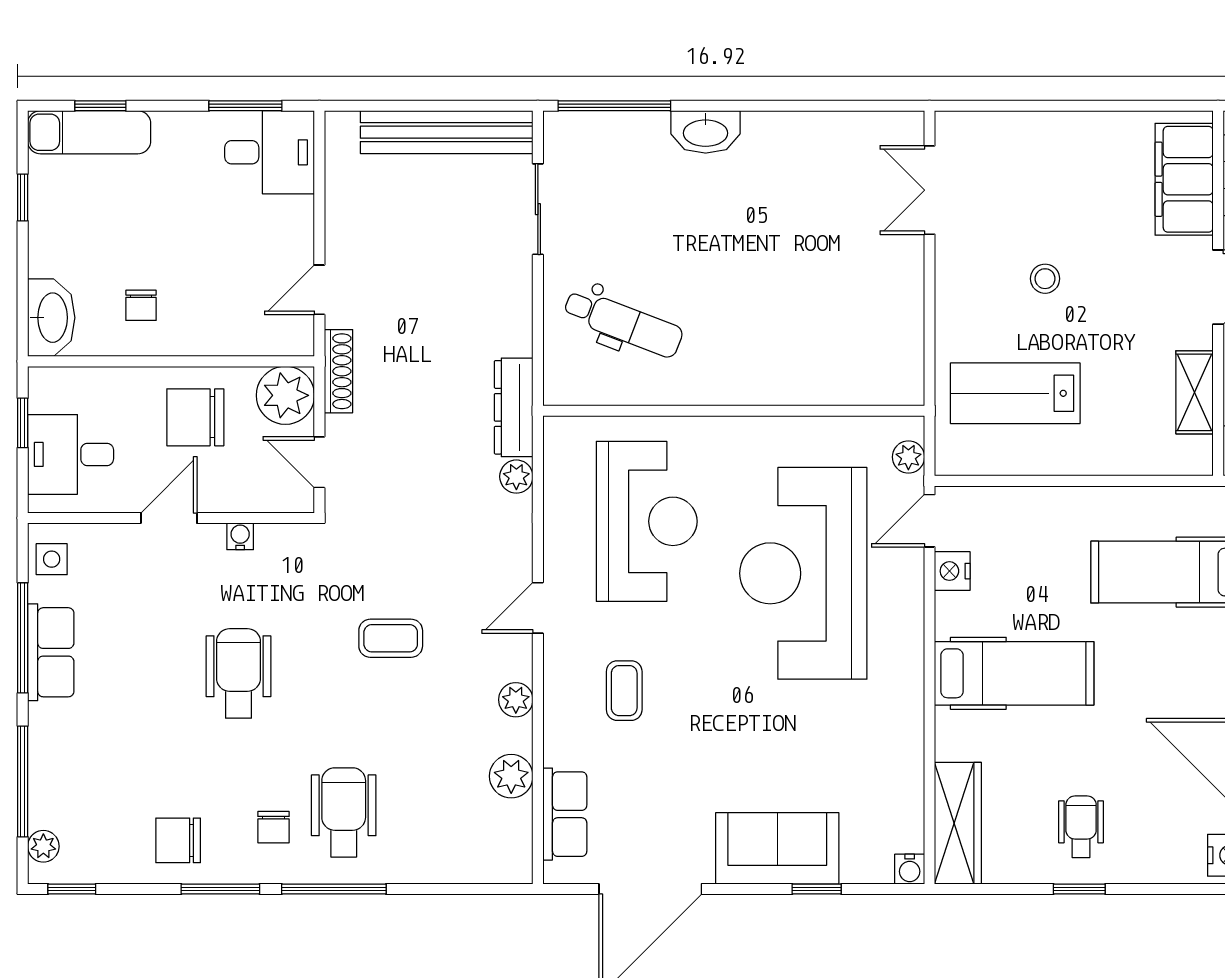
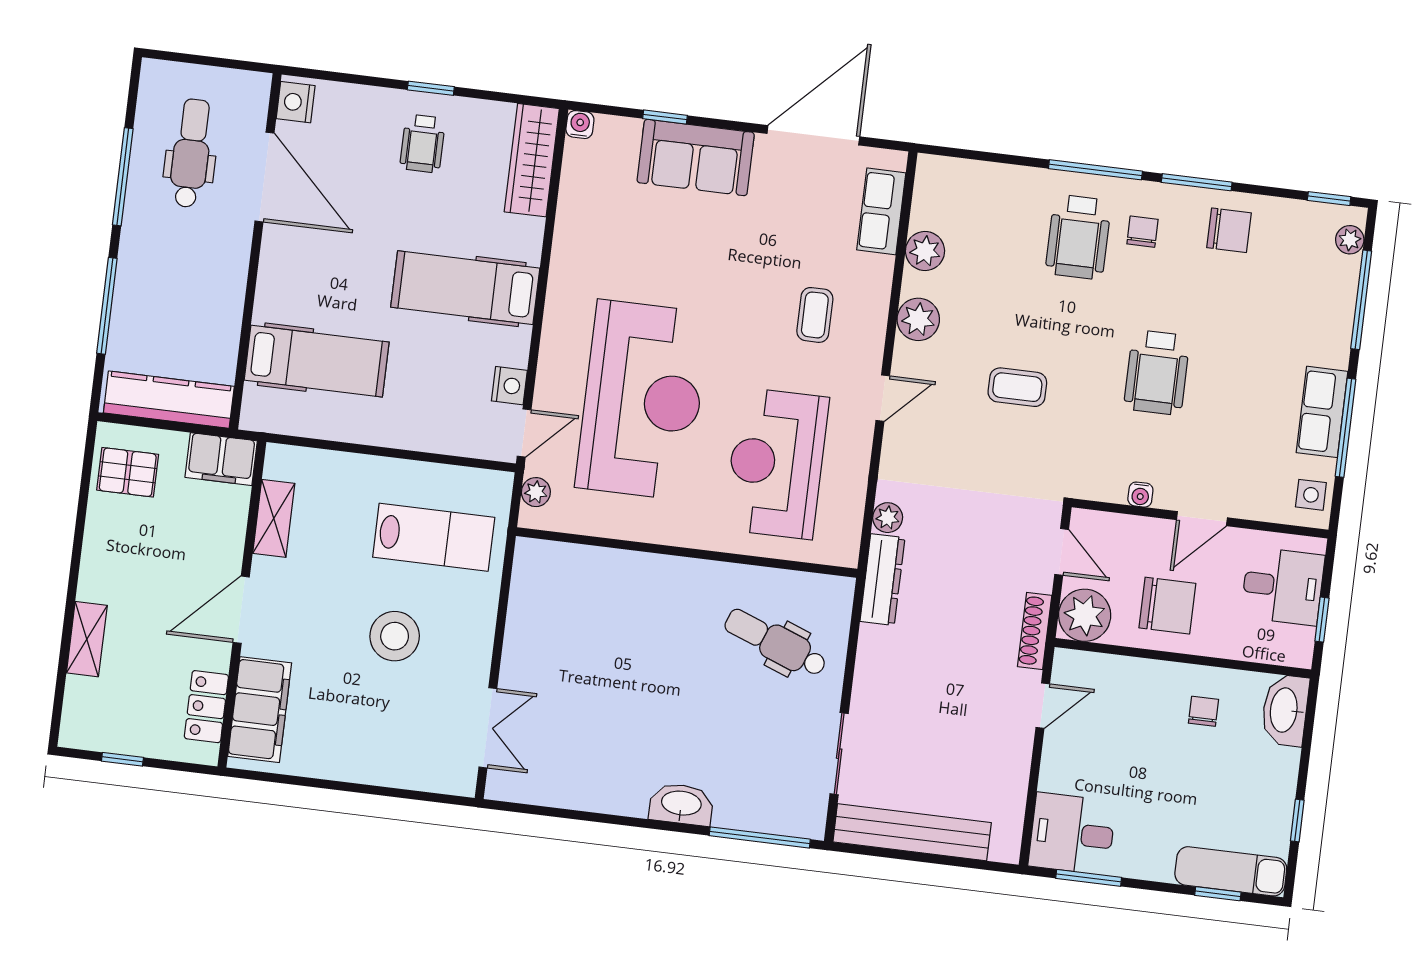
stool: (1045, 279) -> (395, 636), width x1.89, depth x1.89
plant: (516, 700) -> (918, 319), width x1.38, depth x1.38

